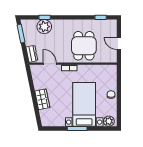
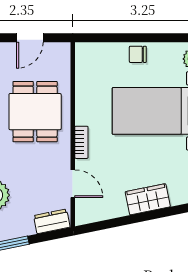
dining table: (84, 46) -> (35, 112), turned 90
door: (50, 64) -> (73, 184), swing flipped

